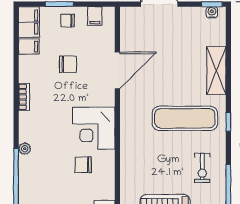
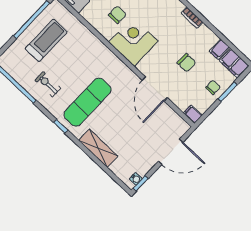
filing cabinet: (95, 16) -> (193, 114), moved
chair: (68, 64) -> (187, 63), turned -90

